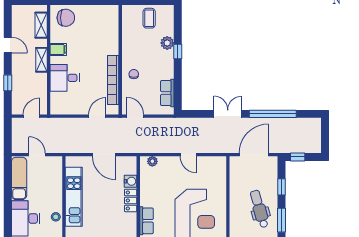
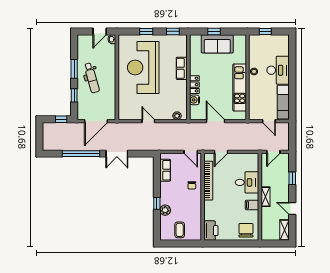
printer: (110, 17) -> (211, 231), added
chair: (66, 18) -> (246, 230), turned 90
shelving: (41, 25) -> (284, 230), moved

